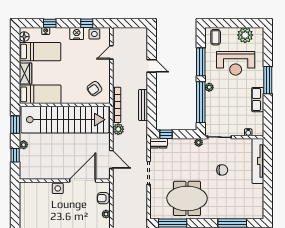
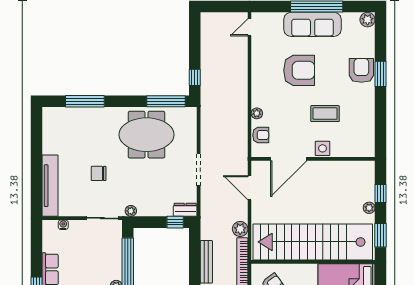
coffee table: (56, 214) -> (325, 114), added

